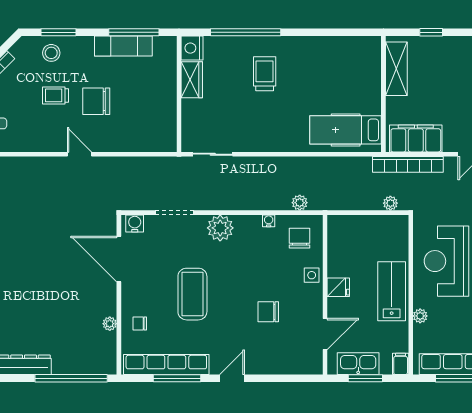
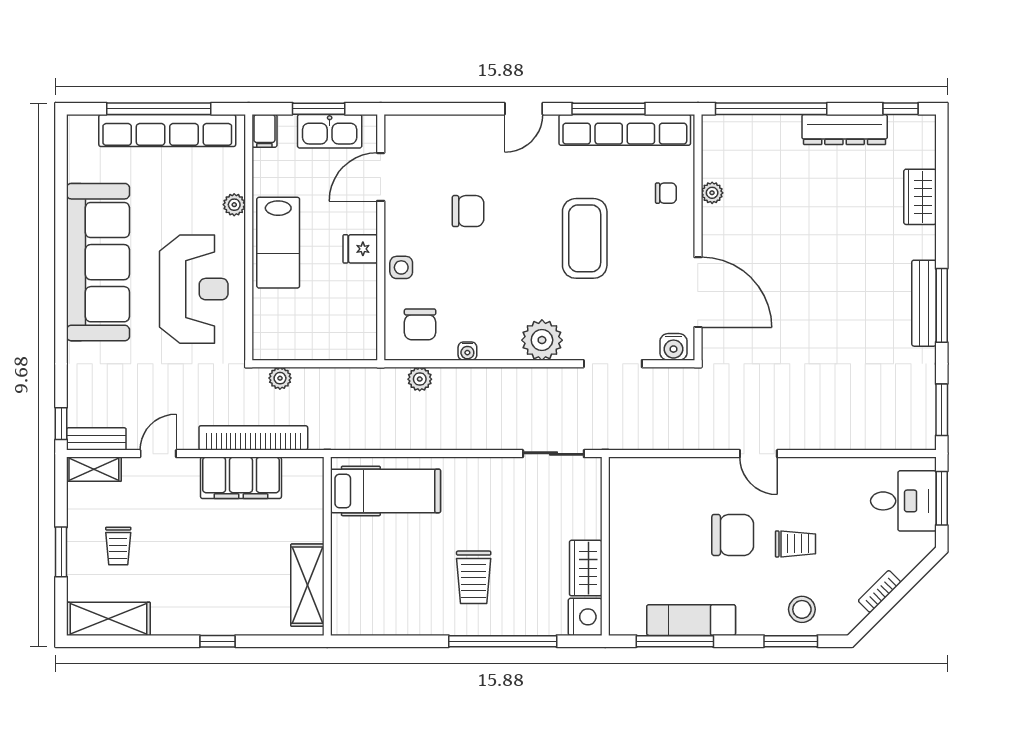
shelving: (396, 69) -> (307, 585), moved
wall: (383, 94) -> (327, 546), moved
hospital bed: (346, 130) -> (386, 491), moved

